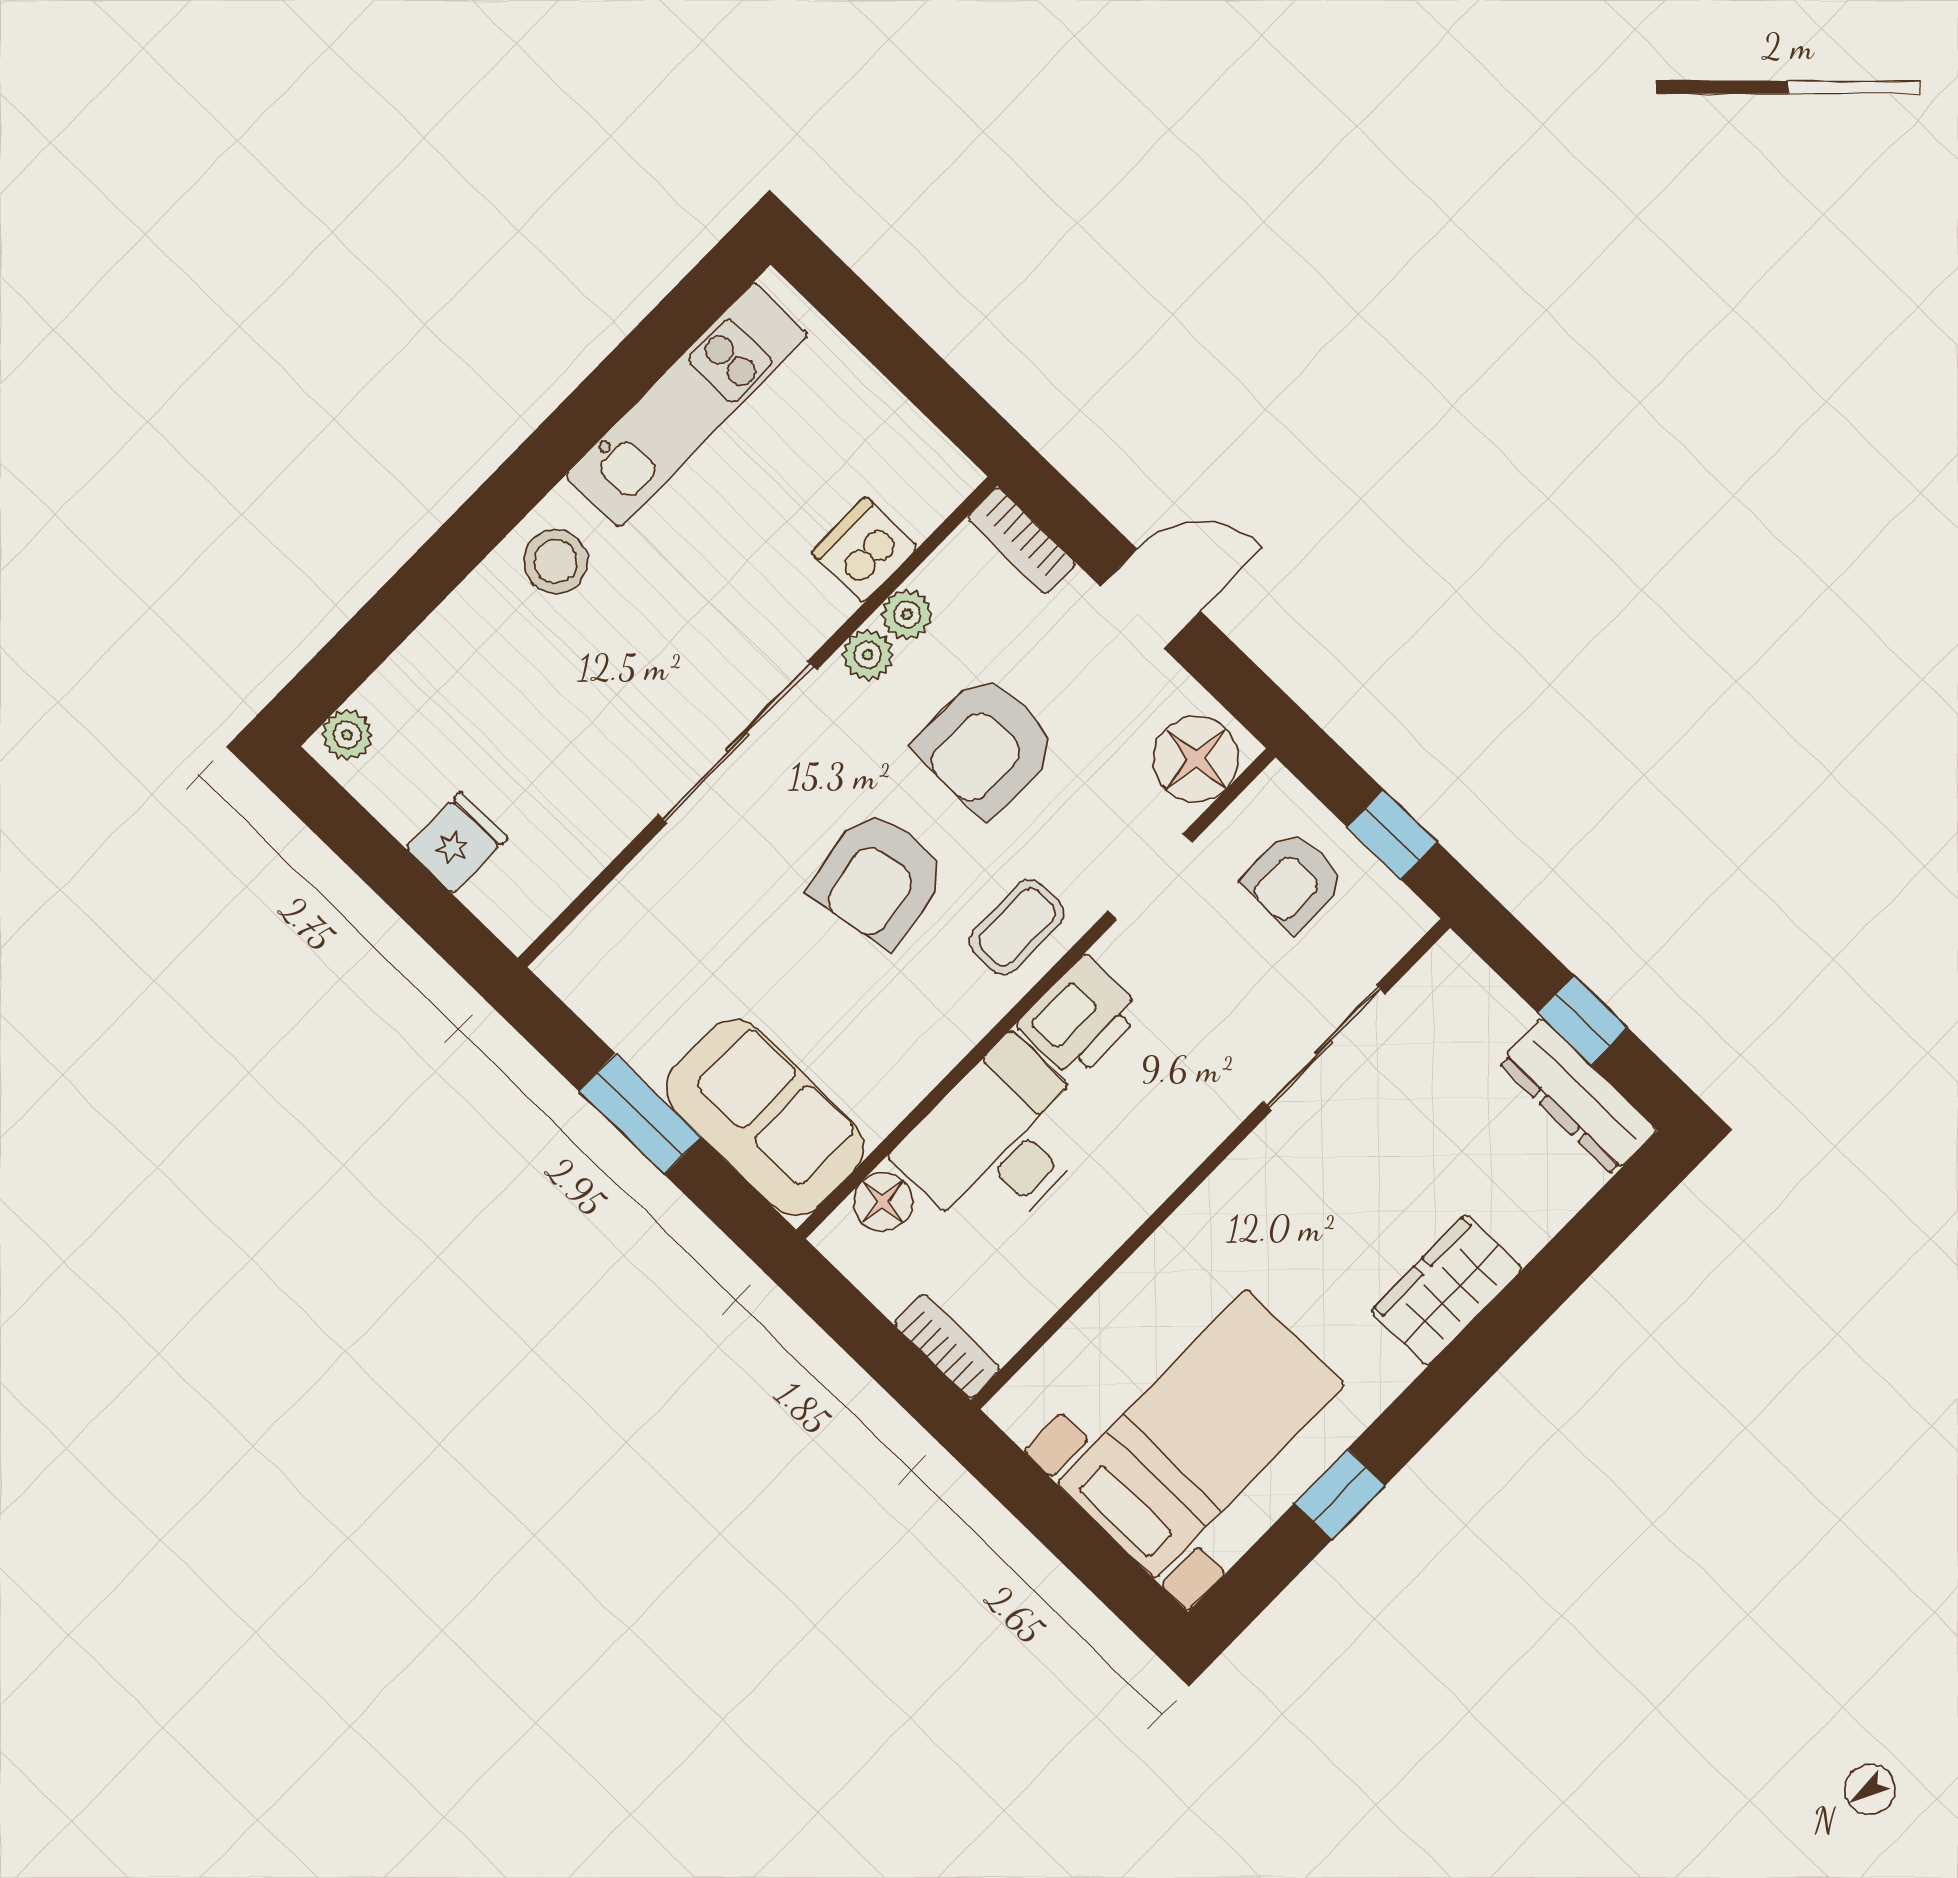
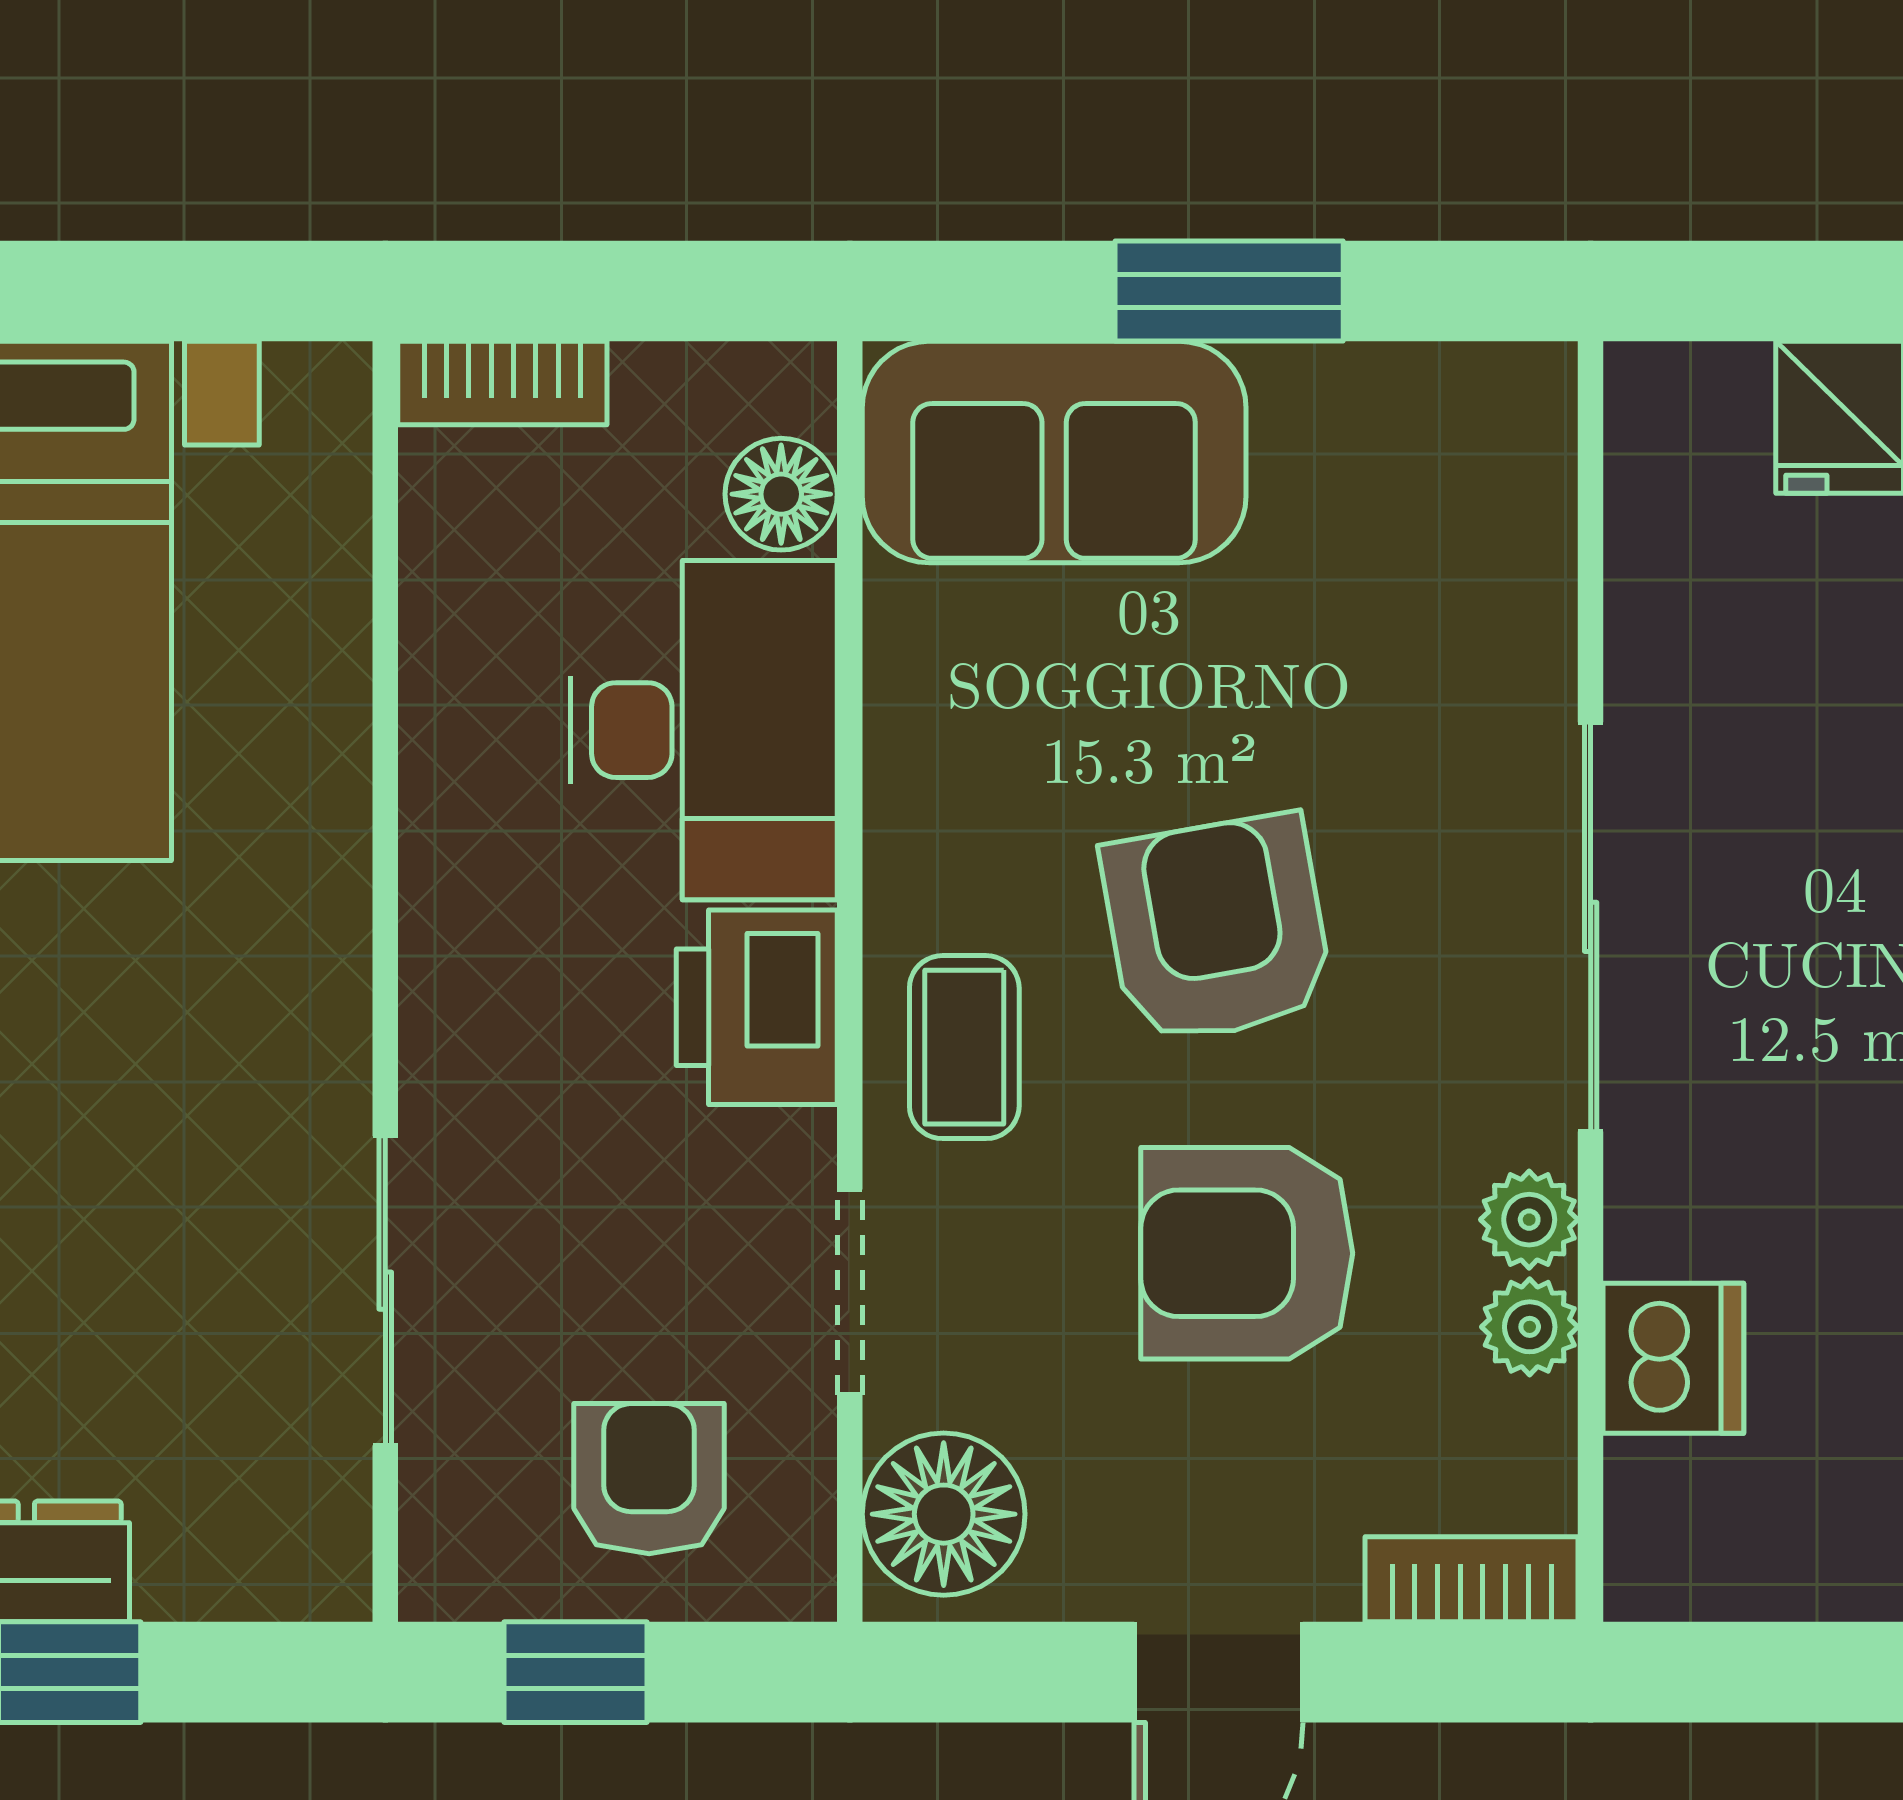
armchair: (986, 746) -> (1247, 1253), turned -90

